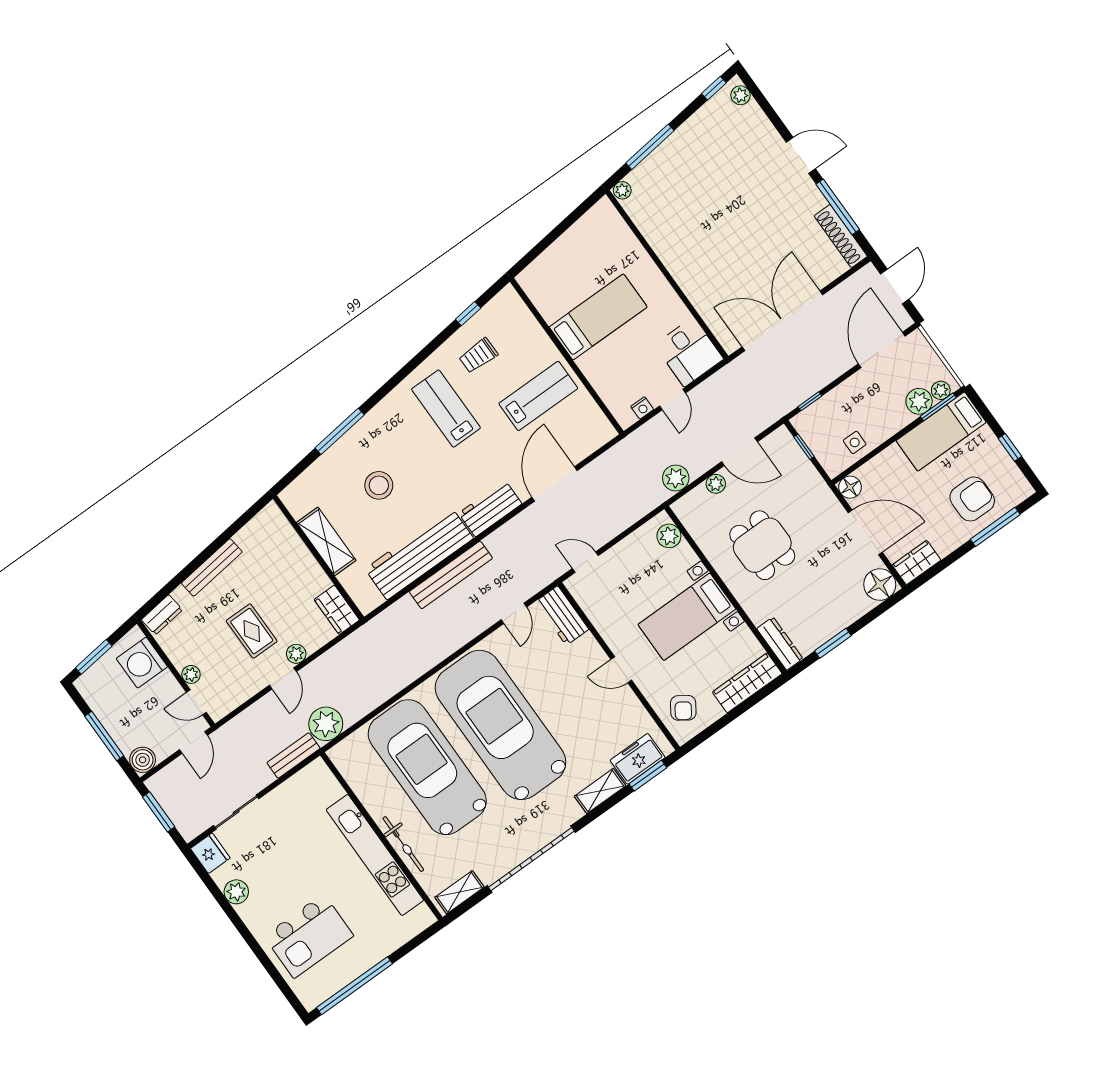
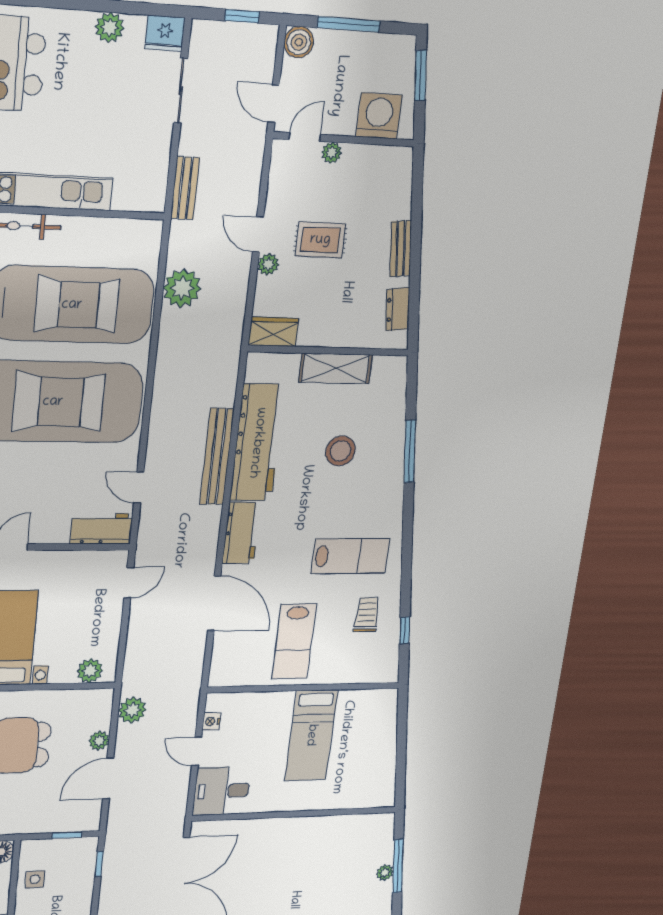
plant: (622, 190) -> (385, 873), moved
bench: (212, 567) -> (401, 249), width x0.73
dresser: (162, 615) -> (398, 309), moved
plant: (326, 724) -> (182, 288), moved
window: (159, 812) -> (242, 16), width x0.67

